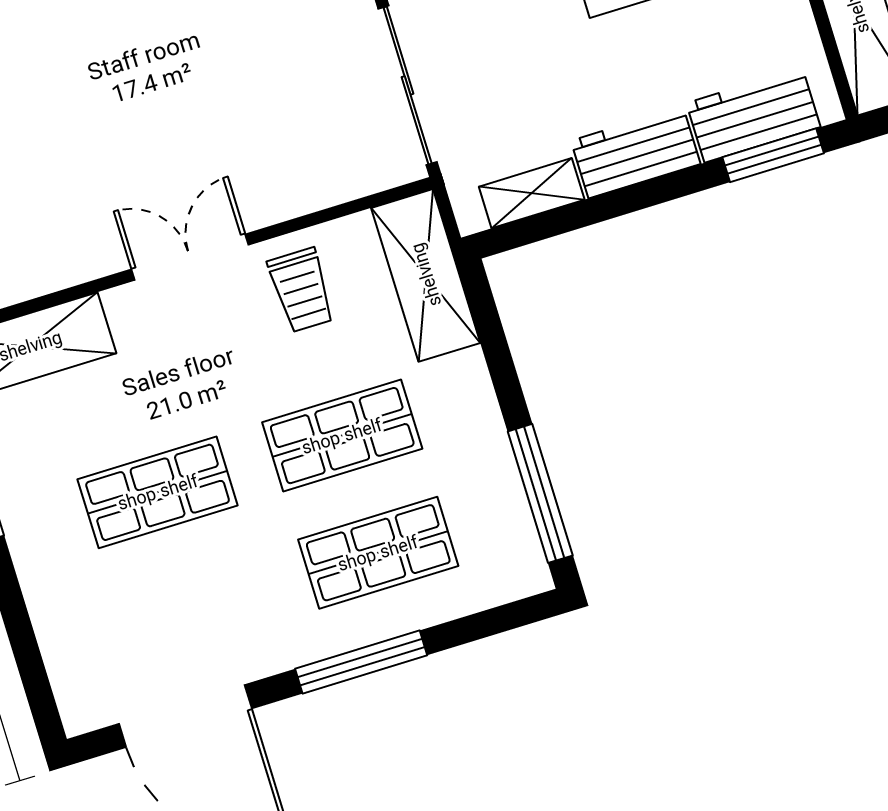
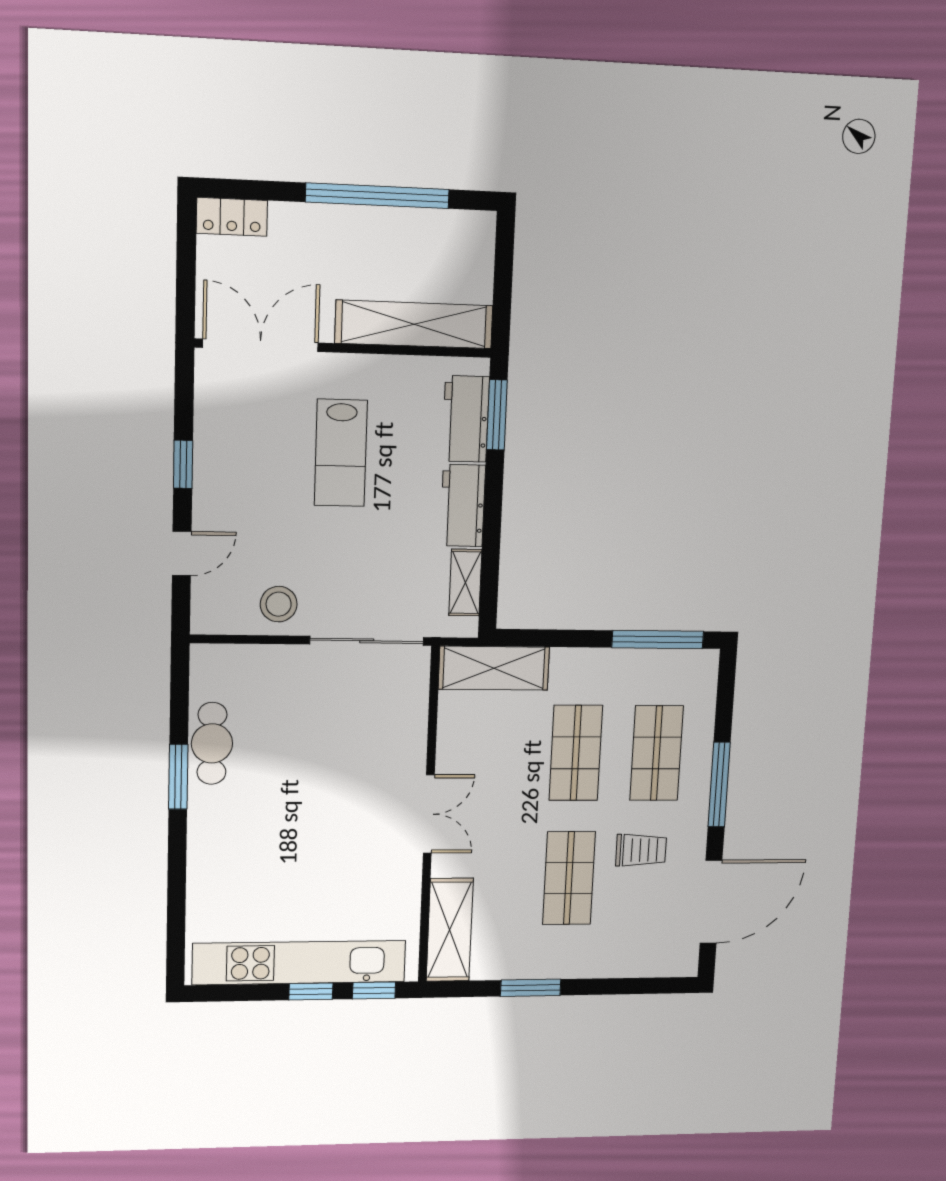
double door: (190, 257) -> (429, 814), swing flipped
trolley: (301, 290) -> (641, 850), moved

